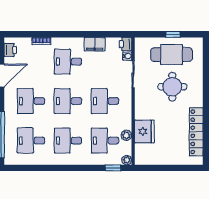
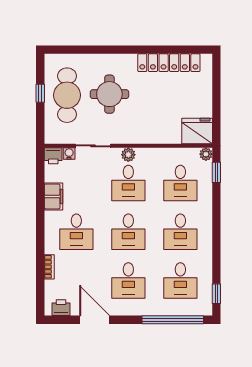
fridge: (144, 132) -> (197, 131), moved
plant: (126, 135) -> (128, 155), moved
window: (21, 168) -> (216, 294), added

